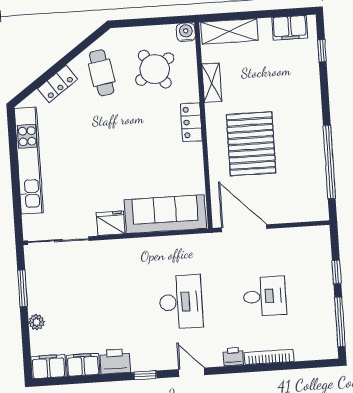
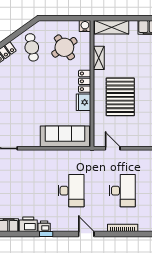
fridge: (111, 223) -> (83, 102), moved, turned -90
door: (244, 228) -> (113, 148), width x0.53
desk: (265, 296) -> (122, 191), width x1.37
printer: (233, 357) -> (44, 226), moved
door: (192, 372) -> (86, 234), moved

